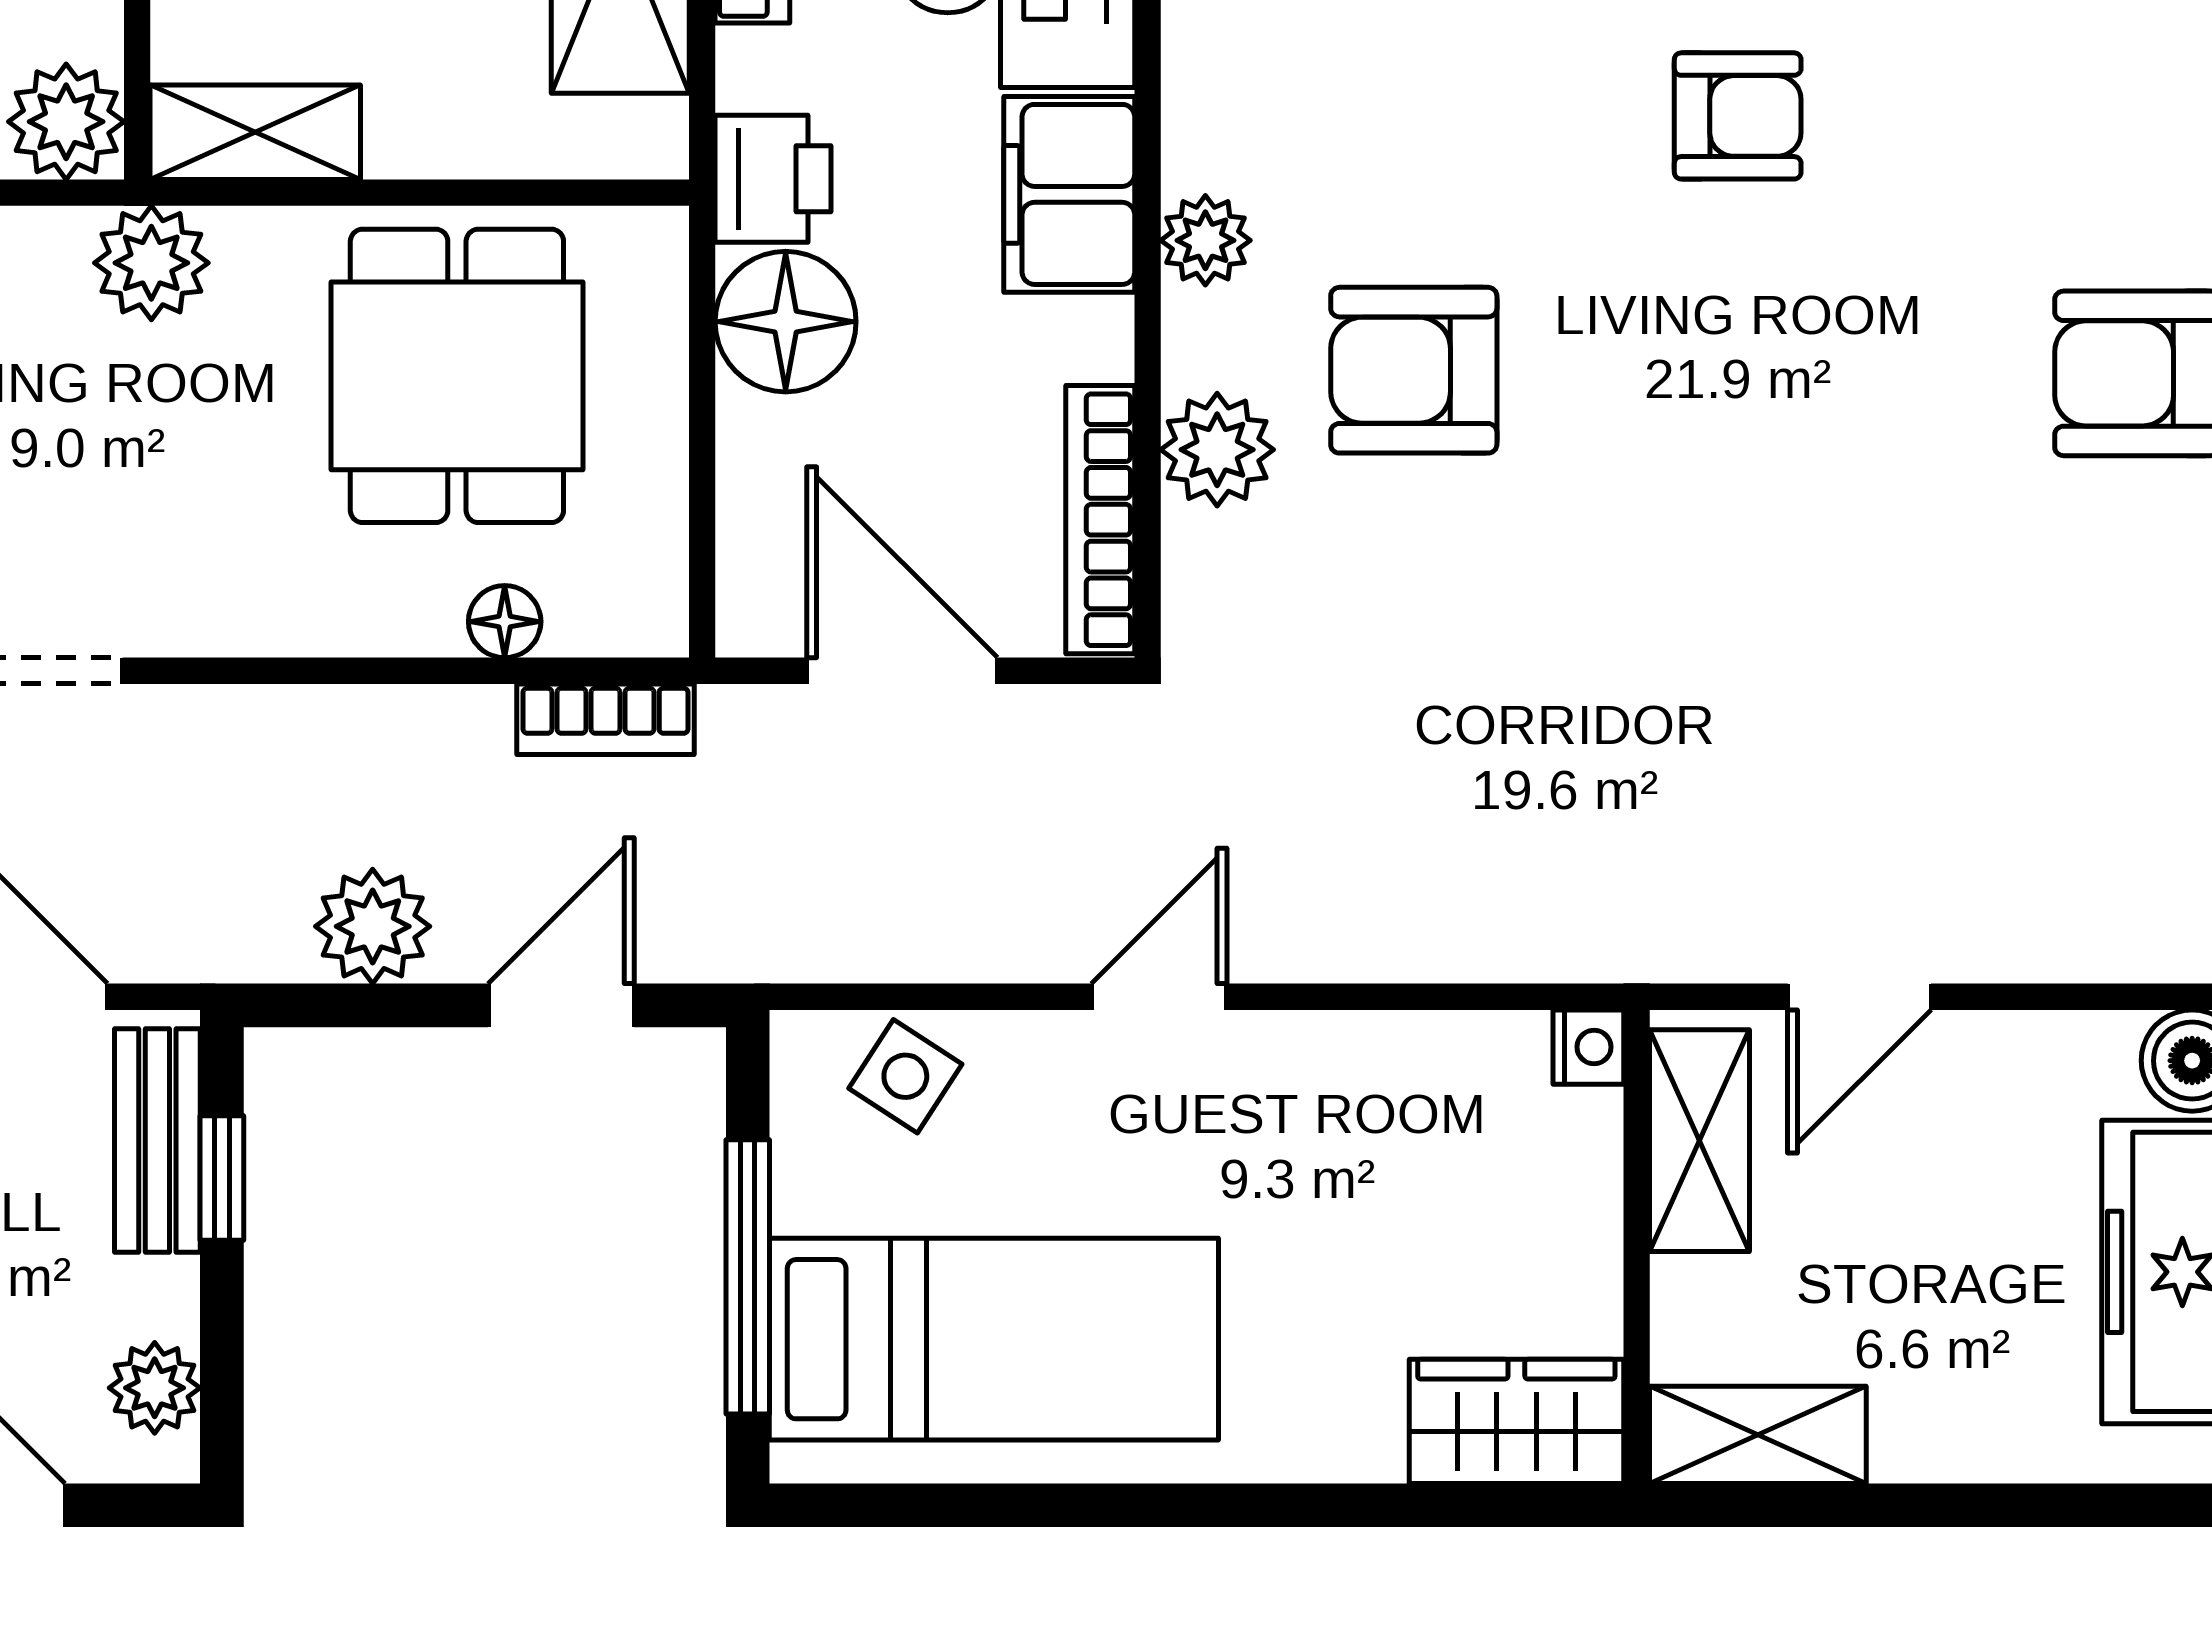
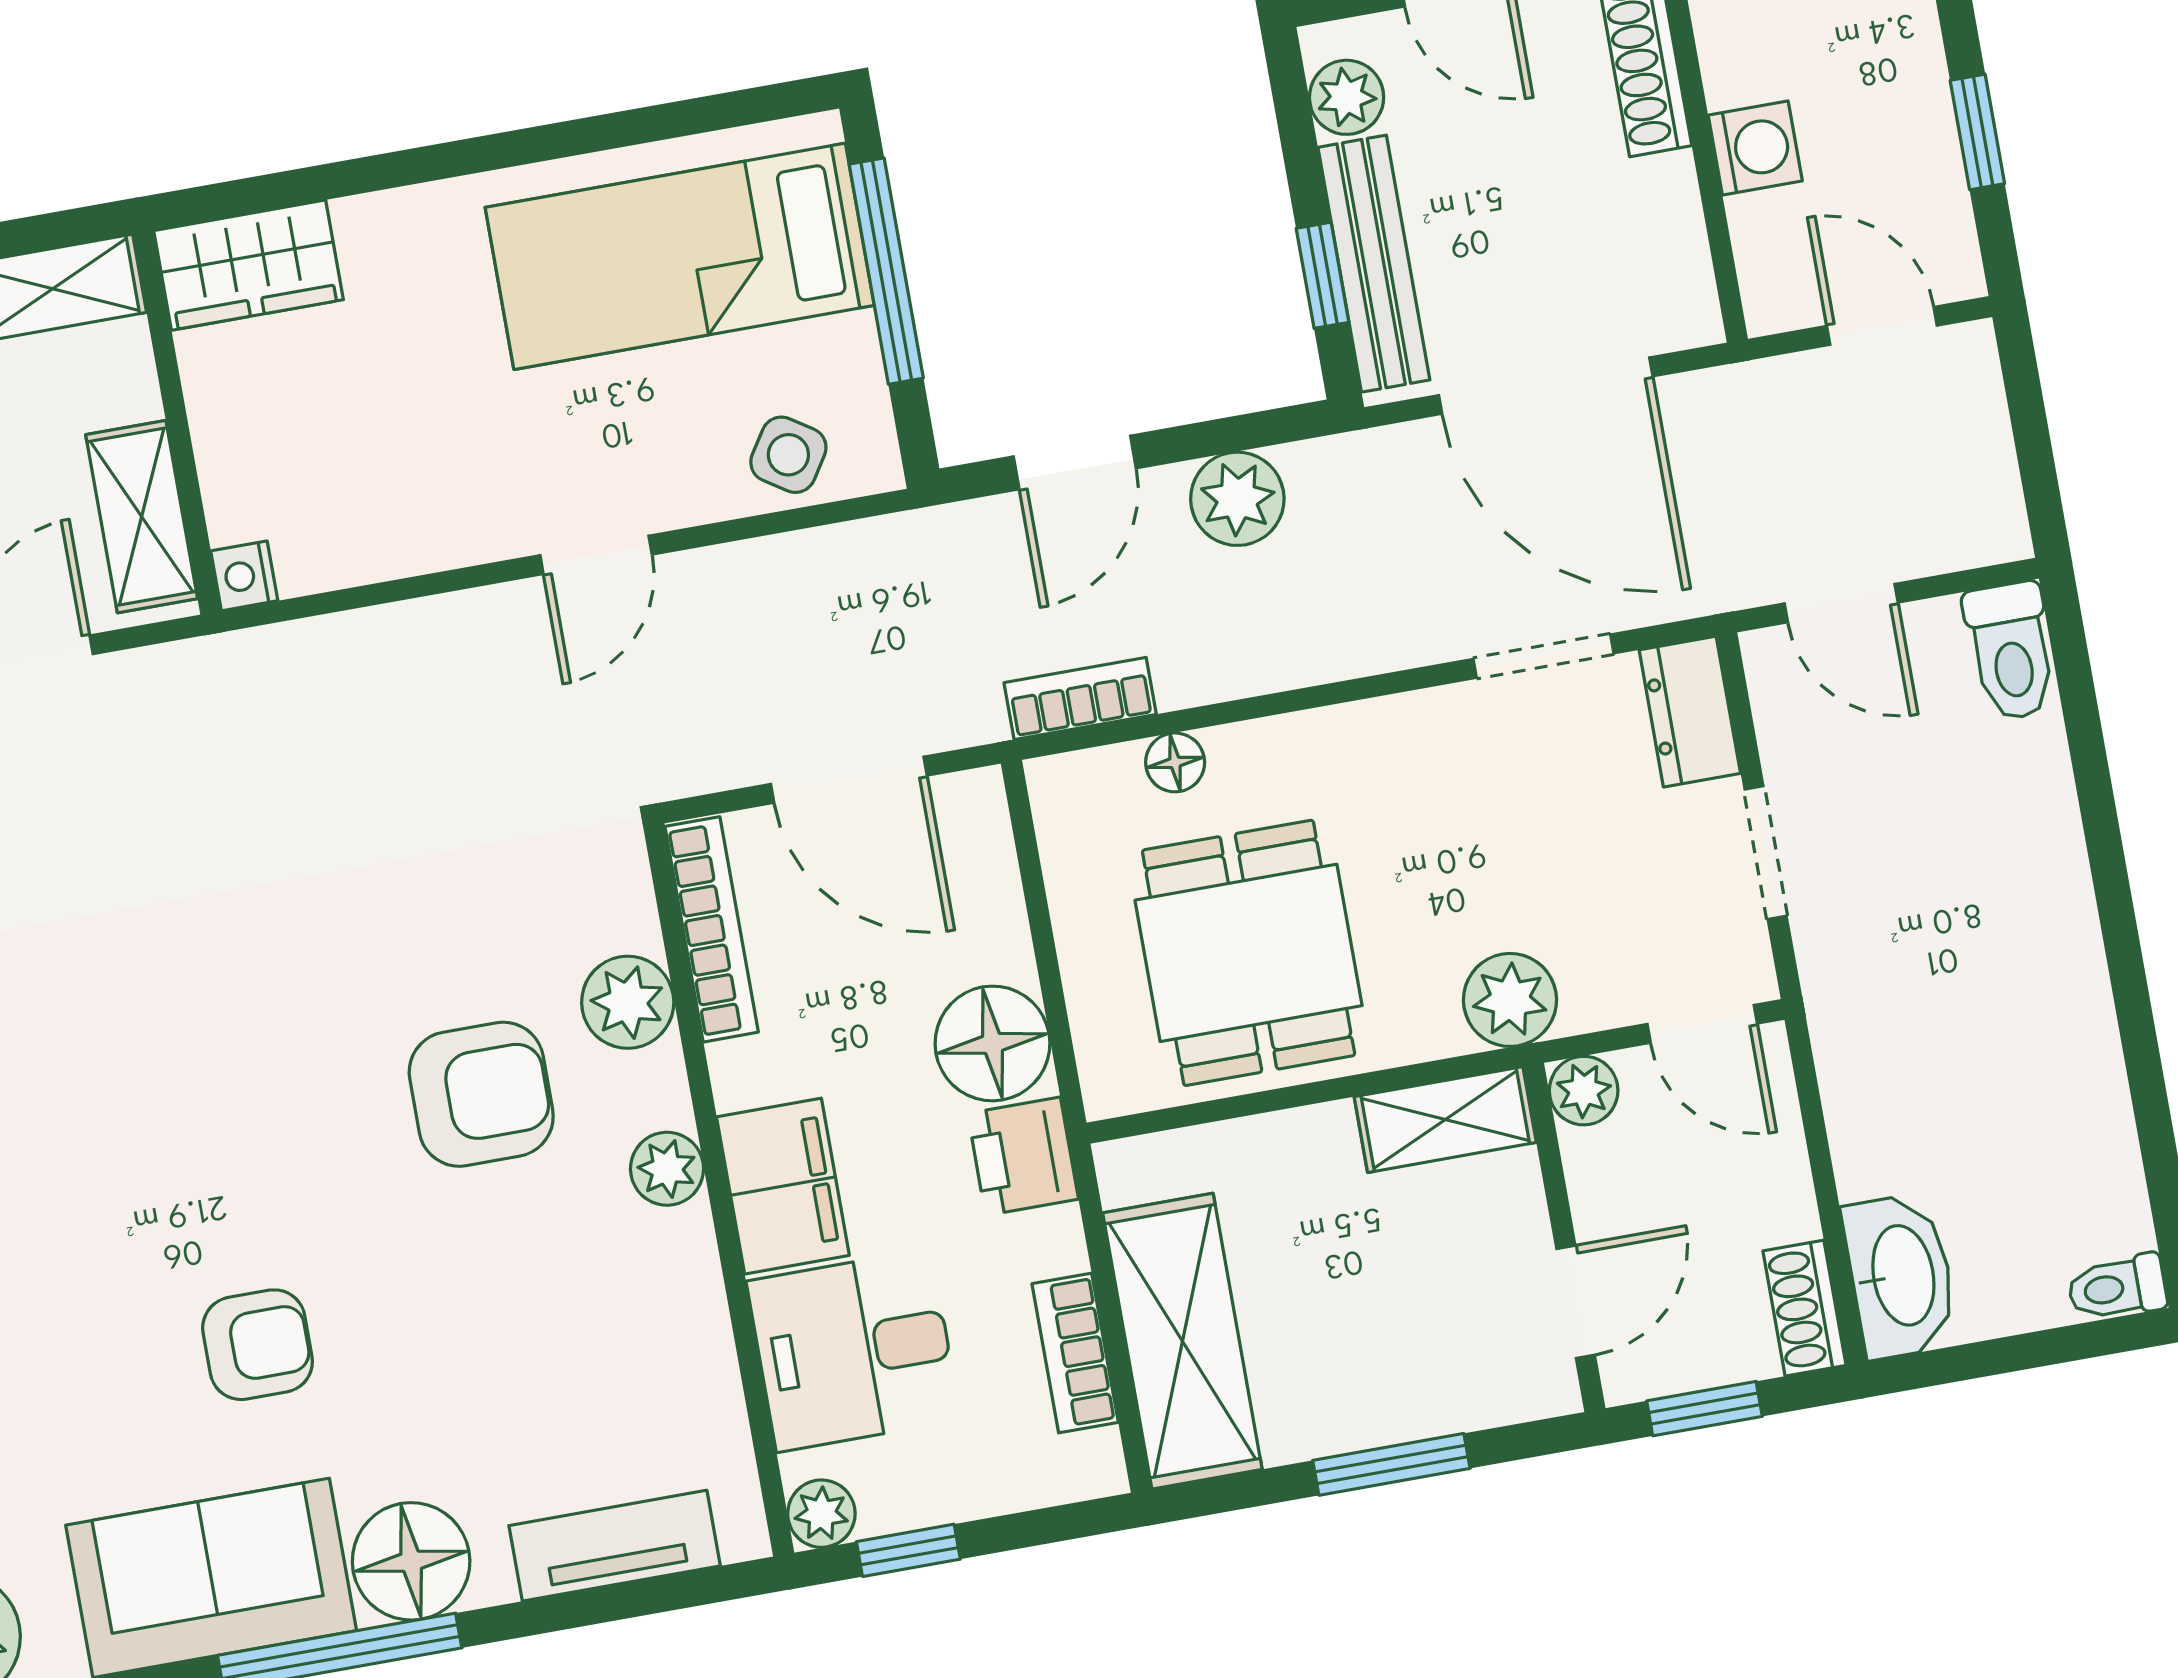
armchair: (1738, 116) -> (258, 1345), turned 180
plant: (66, 122) -> (1584, 1091), width x0.73, depth x0.73
bench: (157, 1140) -> (1374, 264), width x1.36

